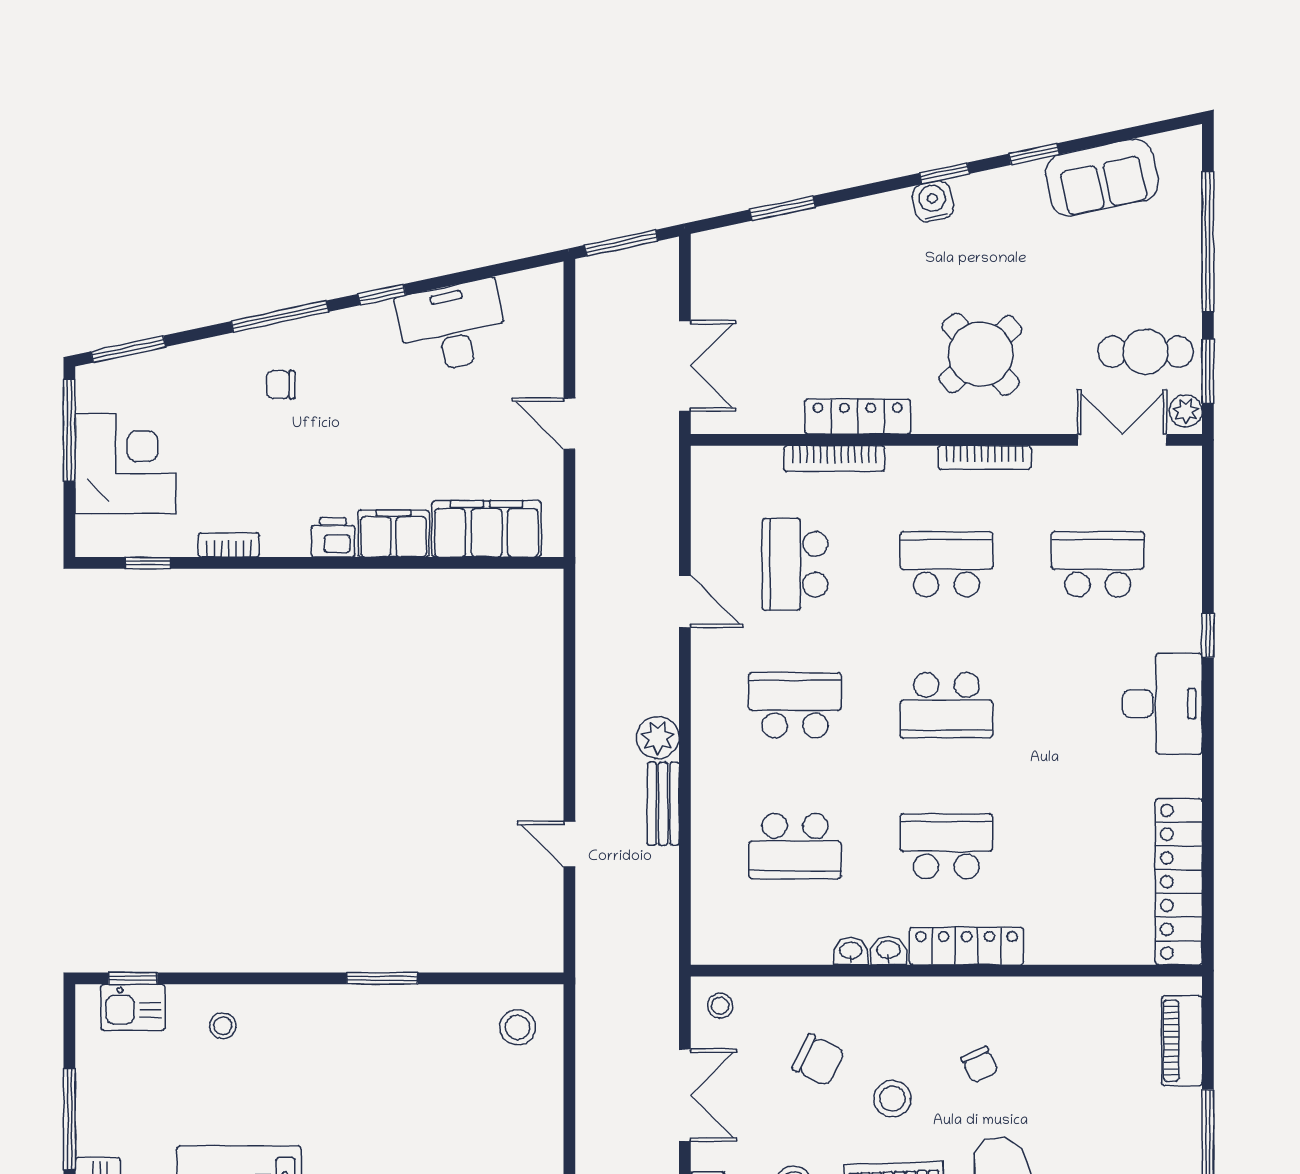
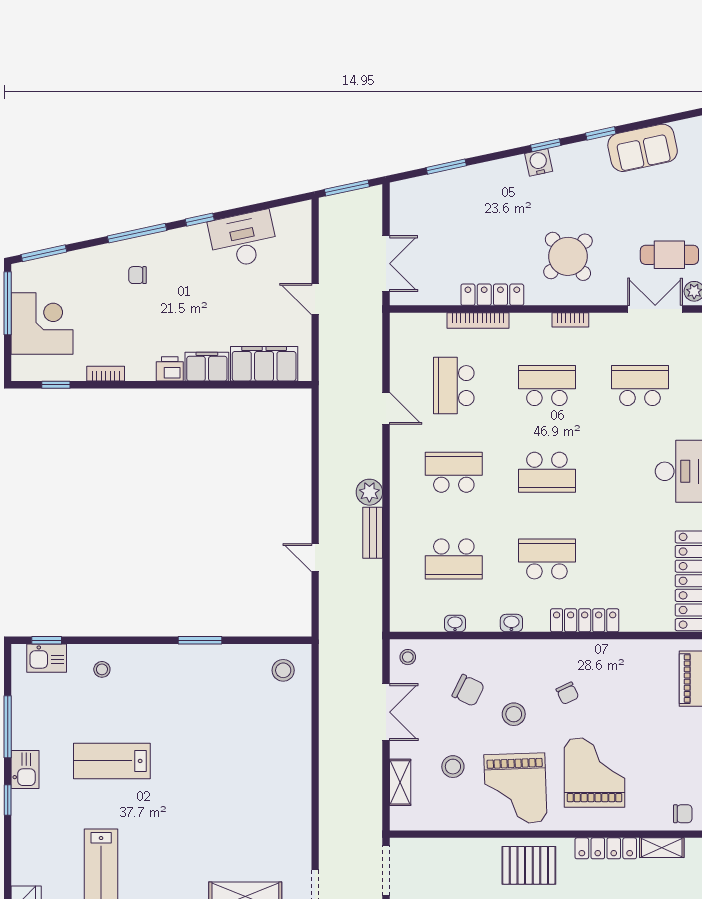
bookcase: (985, 458) -> (570, 320), width x0.64
locker: (967, 946) -> (585, 620), moved
washbasin: (851, 951) -> (455, 624), moved

